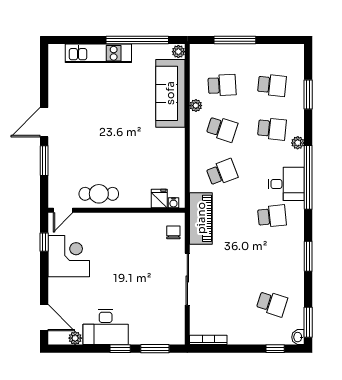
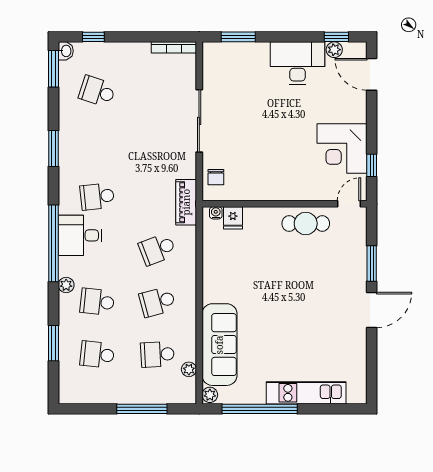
plant: (196, 106) -> (189, 369), moved
school desk: (222, 129) -> (157, 302), turned -33
piano: (201, 218) -> (186, 202), width x0.73, depth x0.75
window: (120, 349) -> (336, 37), moved

